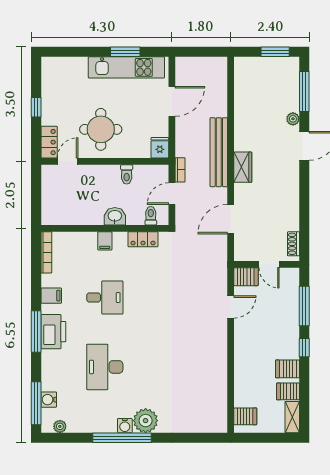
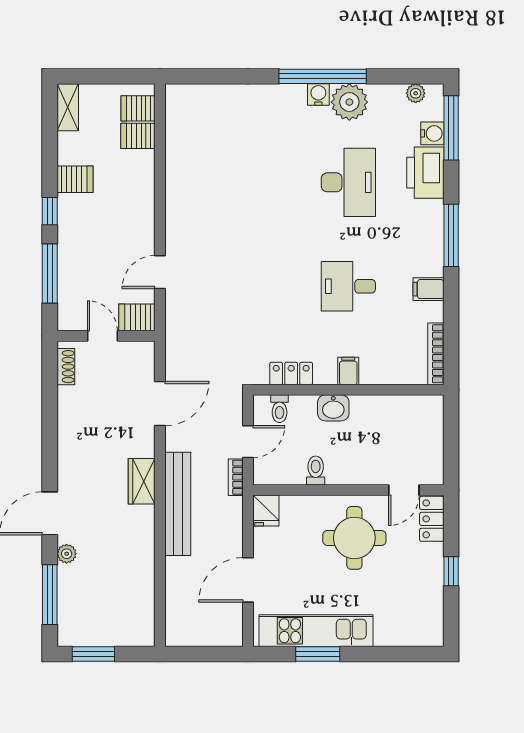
printer: (53, 332) -> (425, 173), moved
server rack: (288, 391) -> (138, 136), moved, turned 180
plant: (146, 421) -> (349, 102), moved

